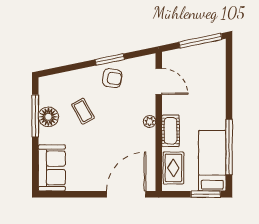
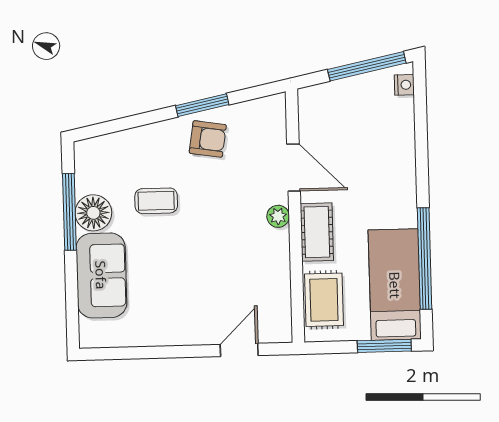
nightstand: (221, 51) -> (404, 85), added
door: (159, 81) -> (294, 168), moved
coffee table: (83, 111) -> (156, 201), turned -61
sofa: (52, 168) -> (101, 275), moved
door: (126, 194) -> (239, 350), width x0.53

